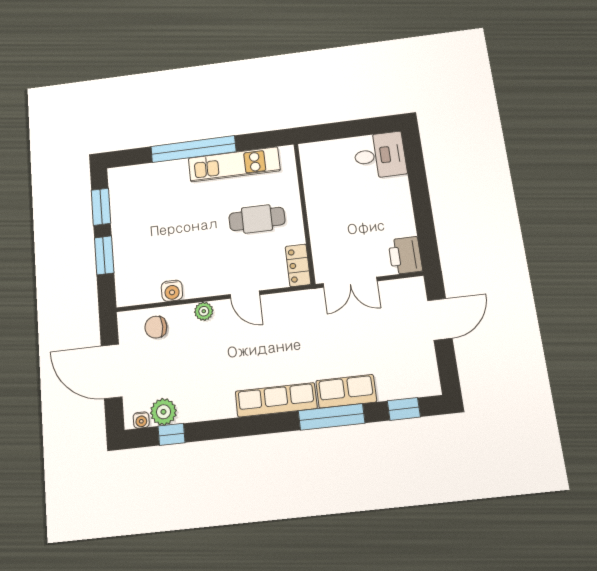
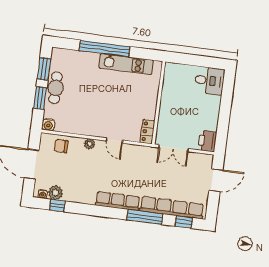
cafe table: (257, 219) -> (56, 88), moved, turned 90
water cooler: (172, 291) -> (48, 125), moved
row of seats: (346, 391) -> (172, 208), width x2.02

